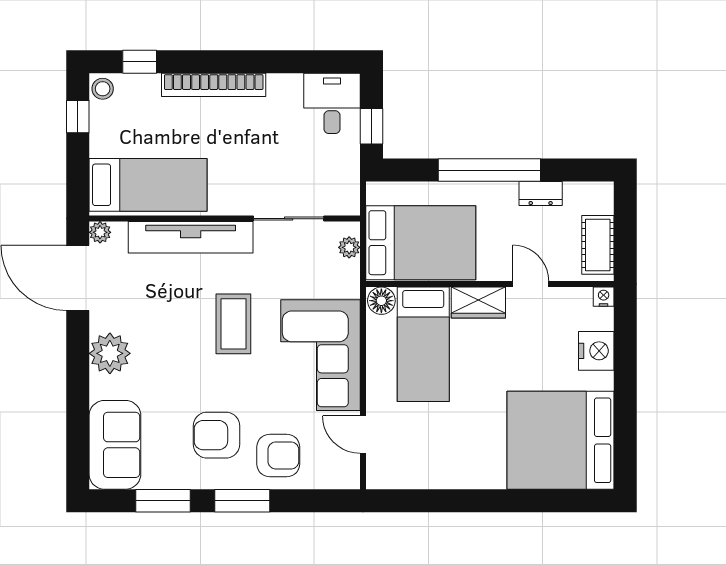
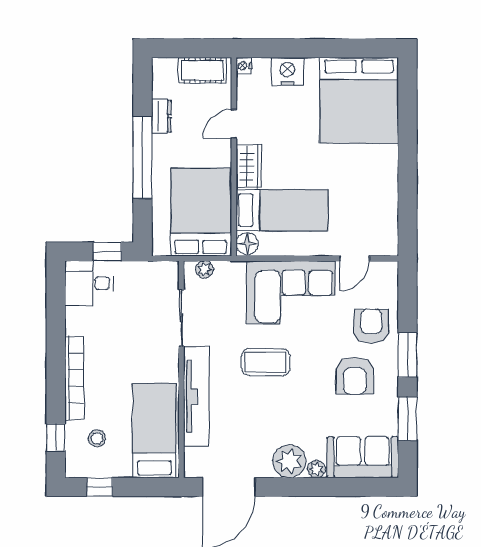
stool: (103, 89) -> (97, 438), moved
plant: (100, 232) -> (316, 469), moved

